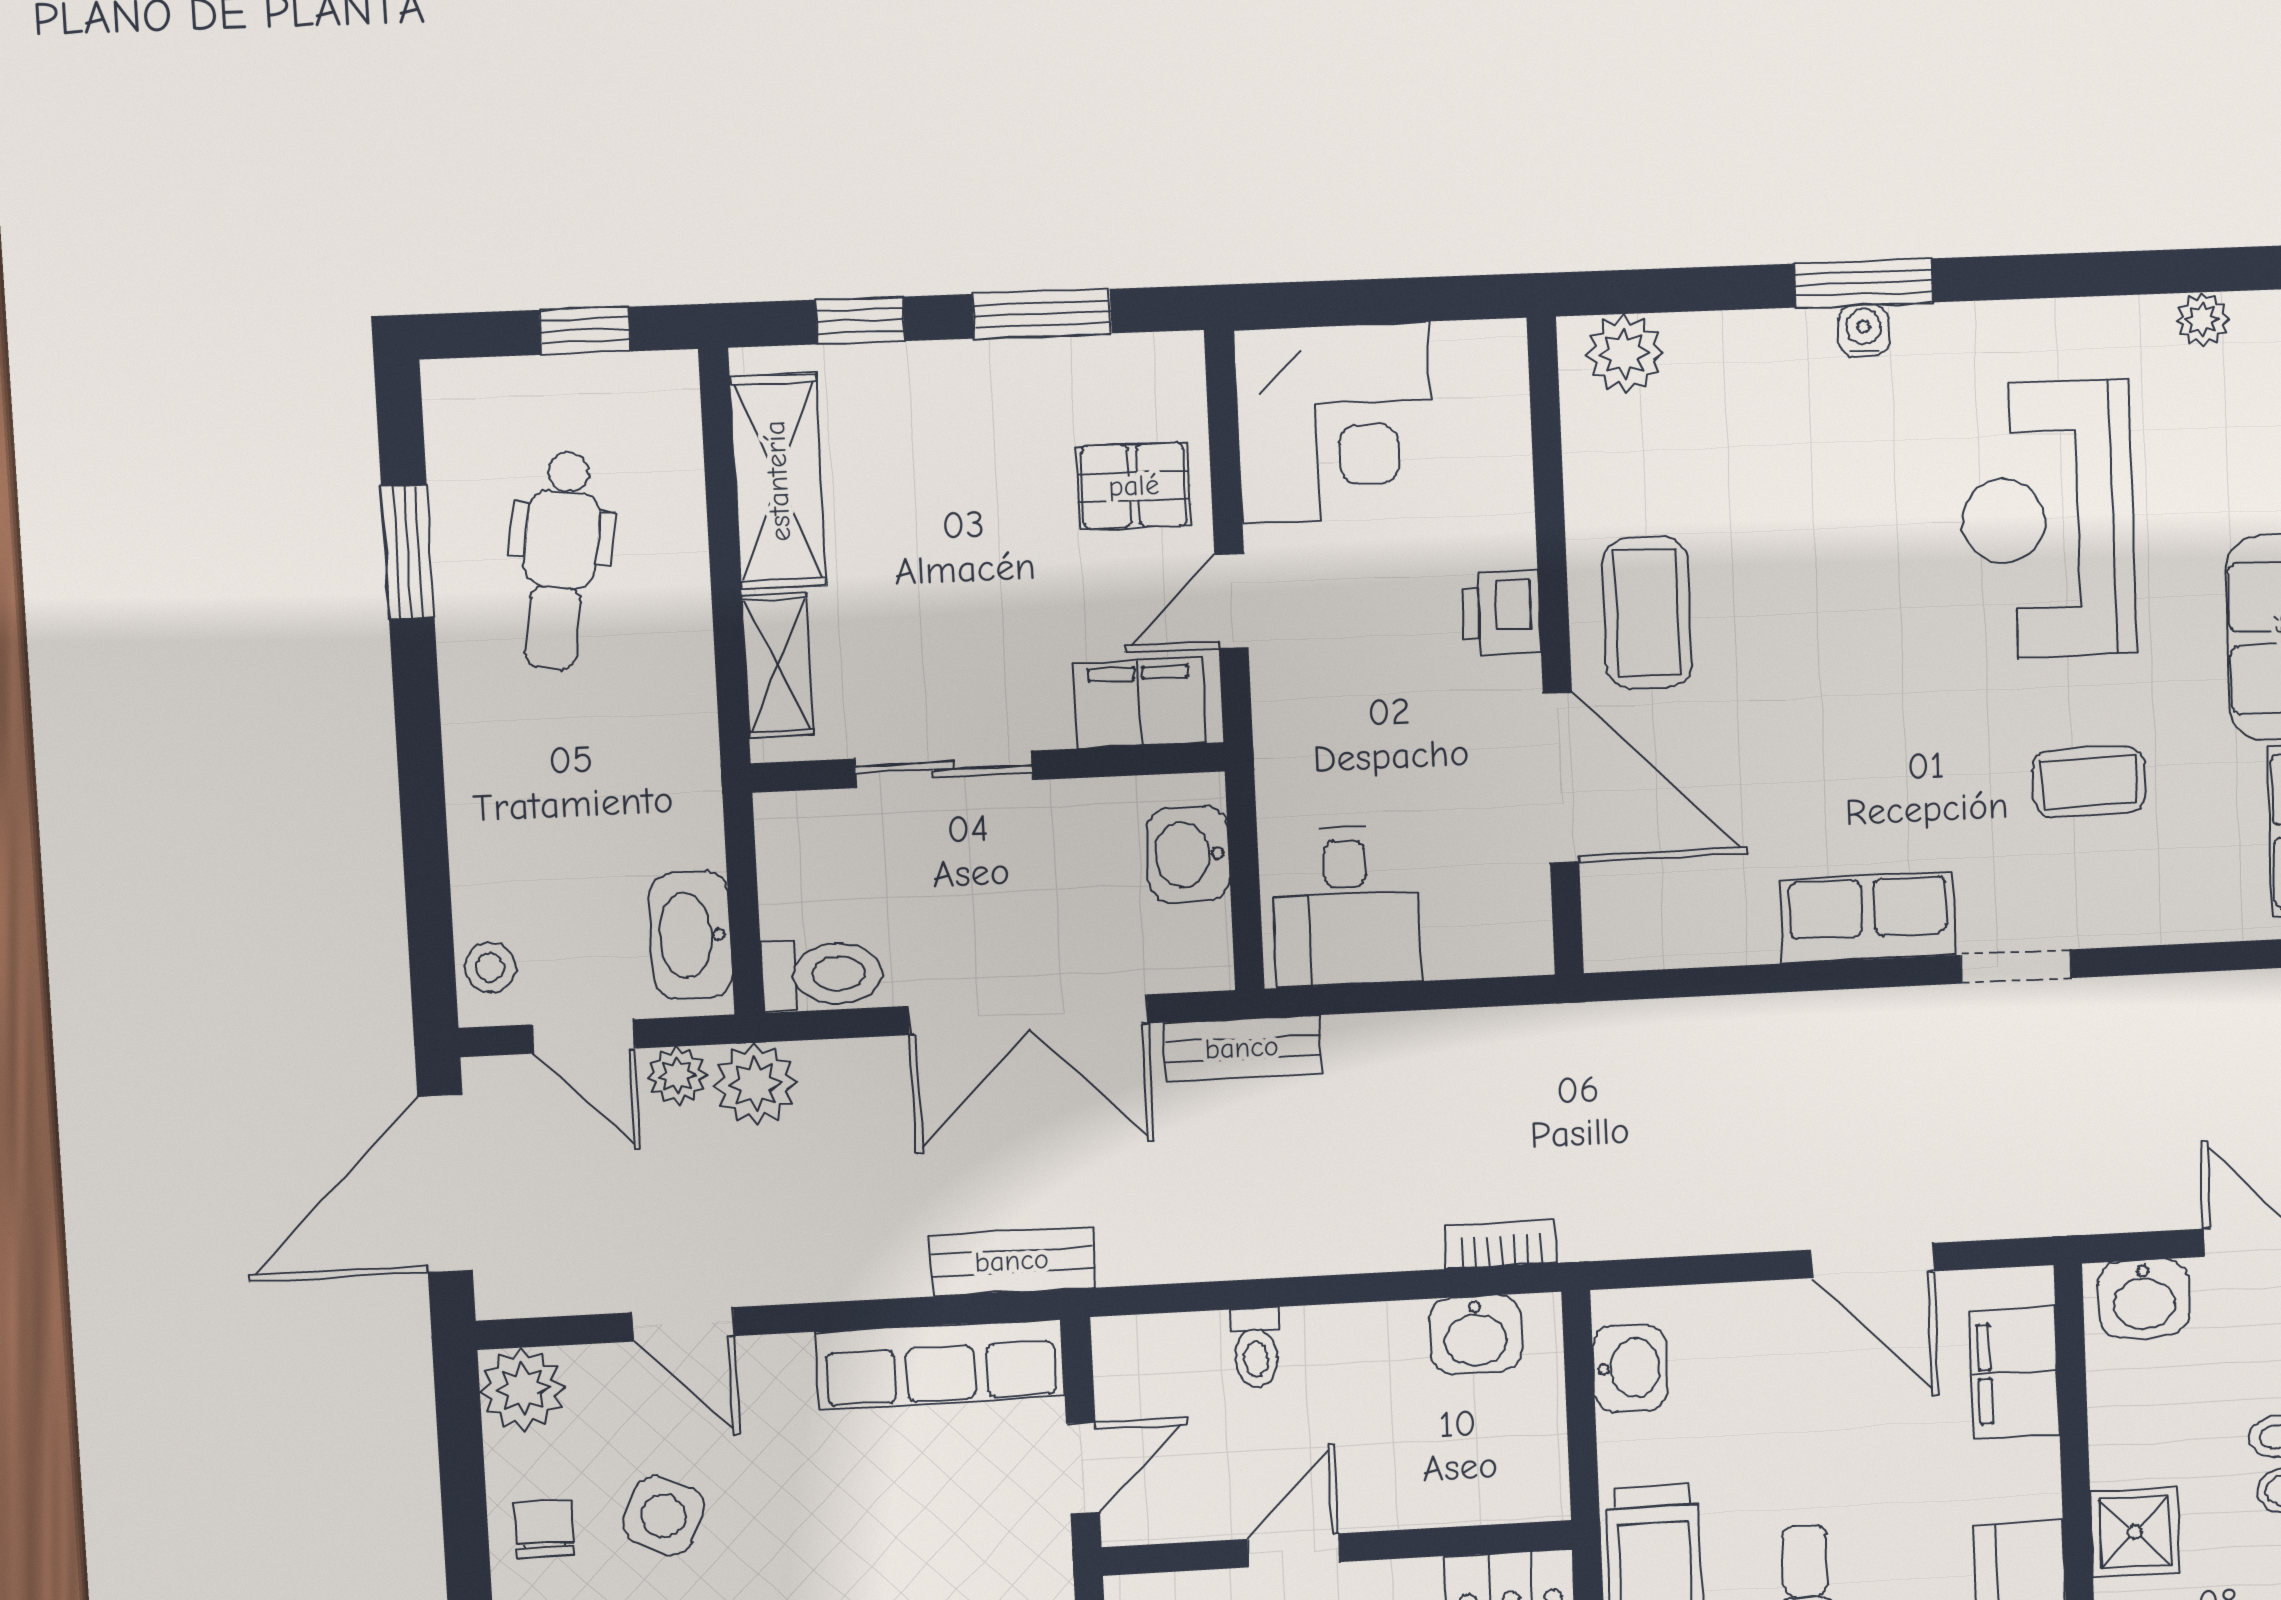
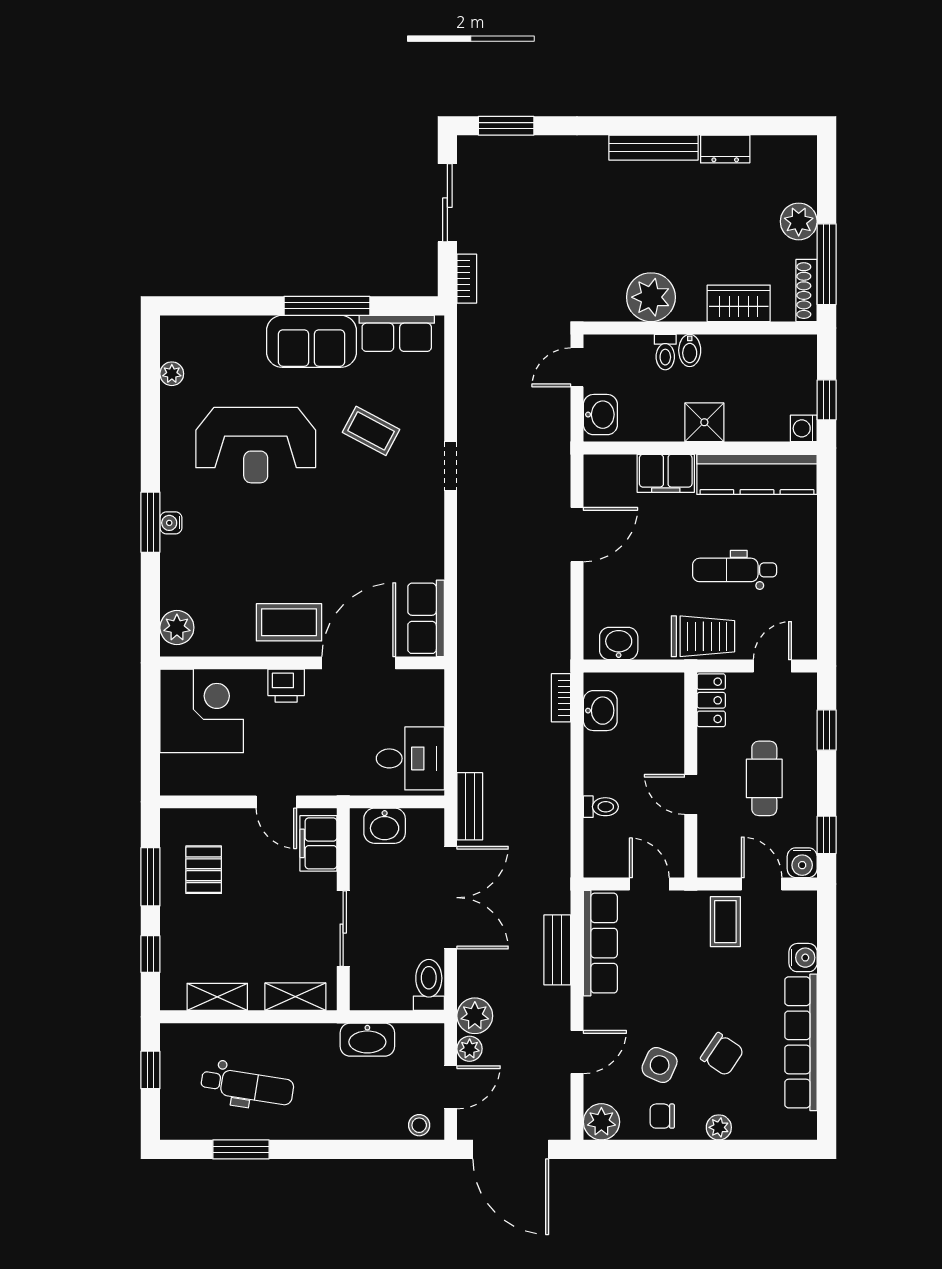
corner desk: (1335, 423) -> (202, 711), moved
shelving: (778, 481) -> (217, 997), width x0.67, depth x0.75
pallet: (1134, 486) -> (204, 870), moved
coffee table: (2089, 782) -> (371, 431), turned -61
row of seats: (1868, 918) -> (426, 618), moved
washbasin: (691, 935) -> (367, 1040), moved
bench: (1012, 1261) -> (557, 950), moved
filing cabinet: (2015, 1373) -> (666, 473), moved

